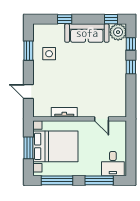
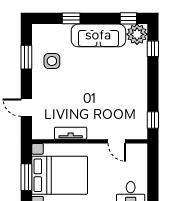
window: (131, 67) -> (153, 120), moved

